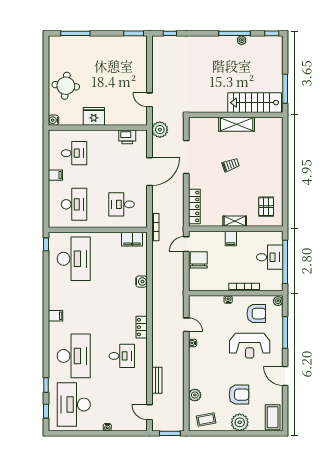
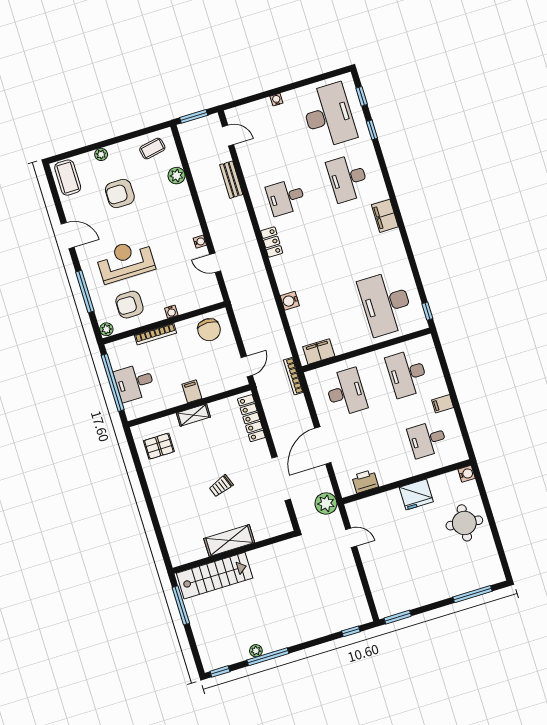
desk: (122, 204) -> (346, 392), width x1.37
pallet: (266, 207) -> (159, 446), turned 90
chair: (199, 260) -> (209, 330), moved
filing cabinet: (56, 316) -> (385, 216), width x2.00
desk: (74, 356) -> (348, 178), width x0.73, depth x0.77
plant: (240, 422) -> (101, 154), width x0.53, depth x0.53

